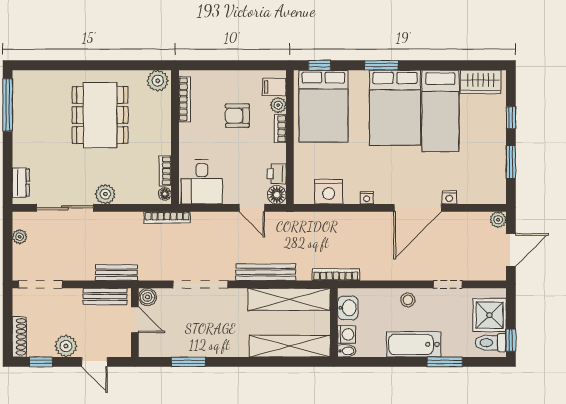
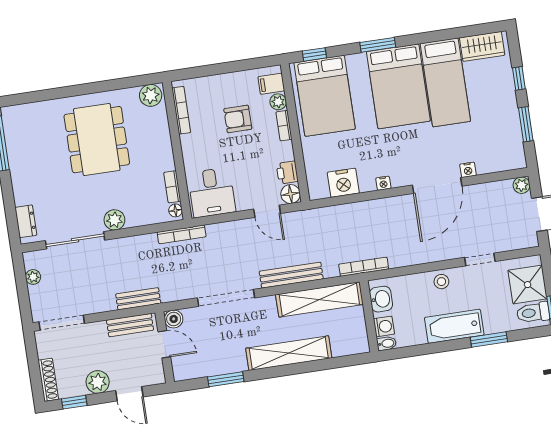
shelving: (290, 346) -> (289, 353), moved

